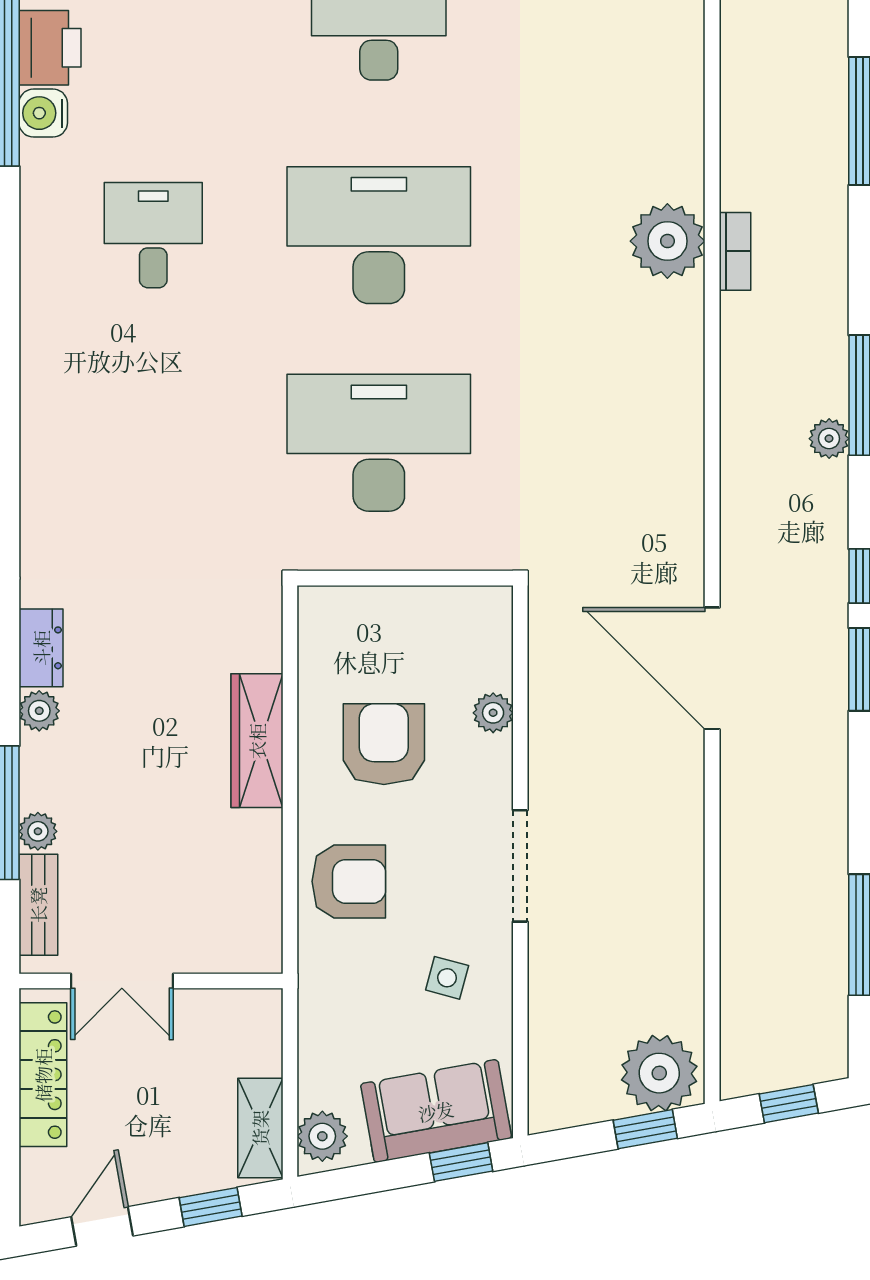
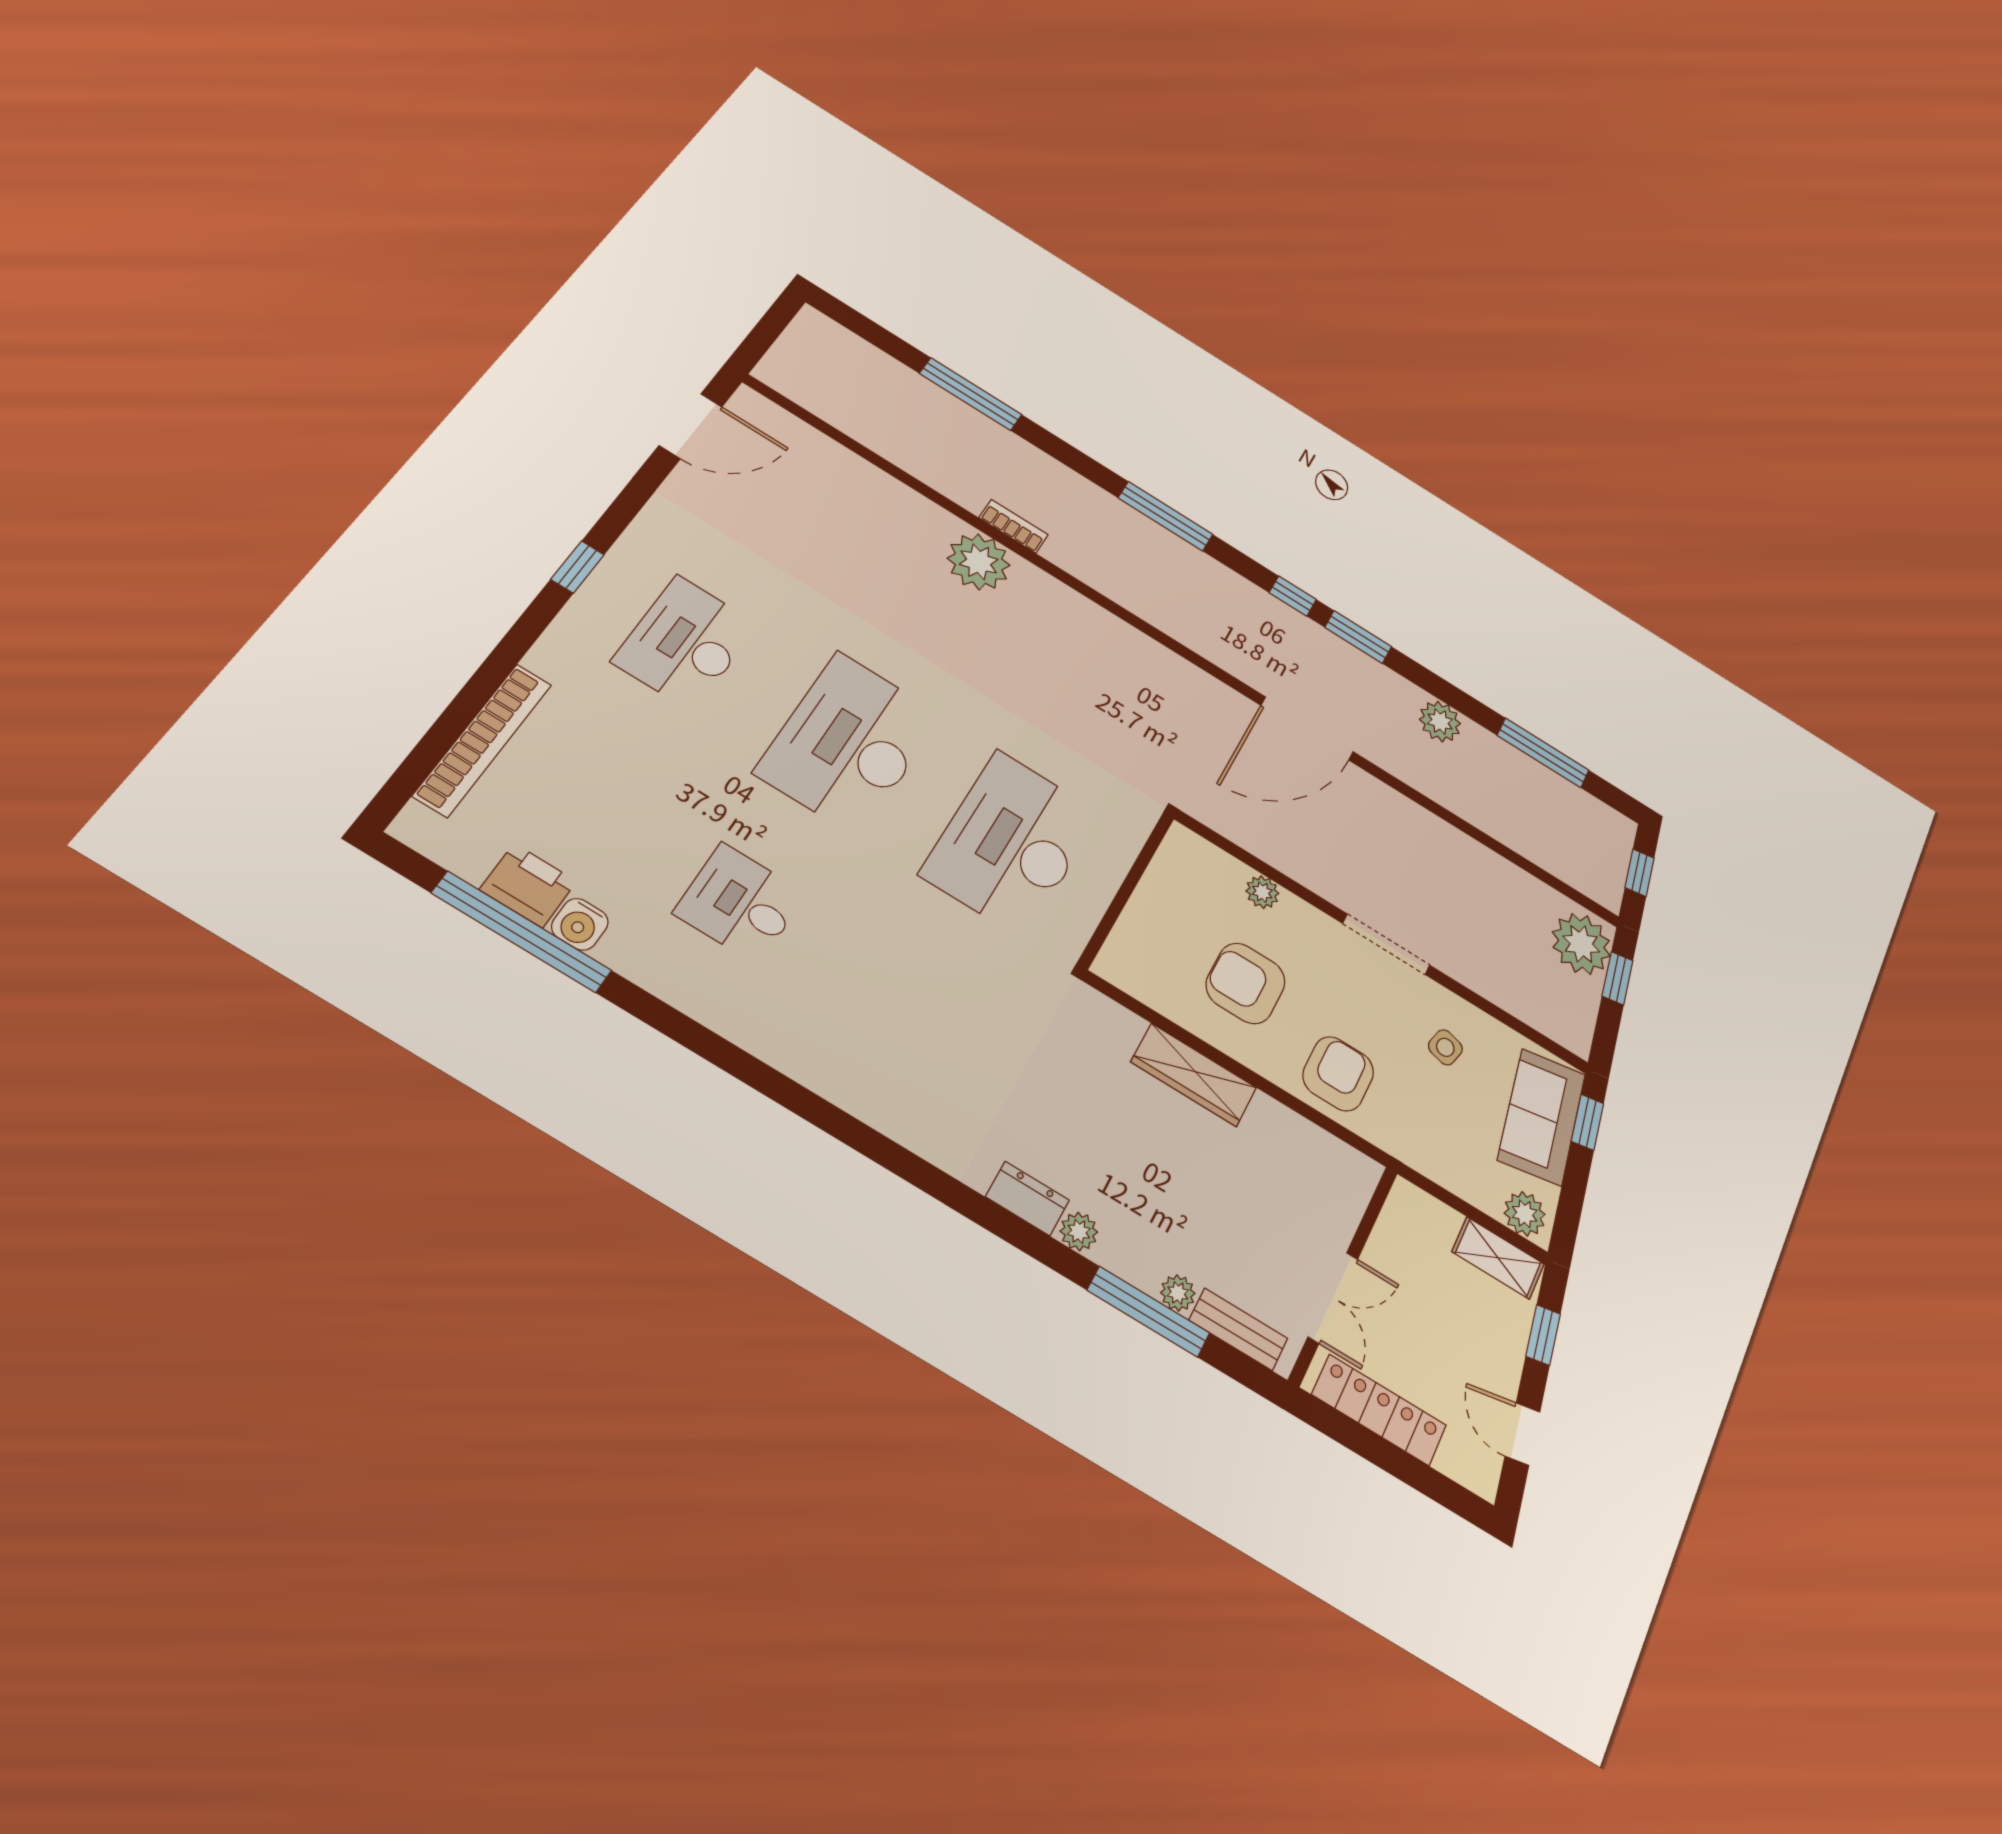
plant: (829, 439) -> (1440, 722), moved, width x1.38, depth x1.38

